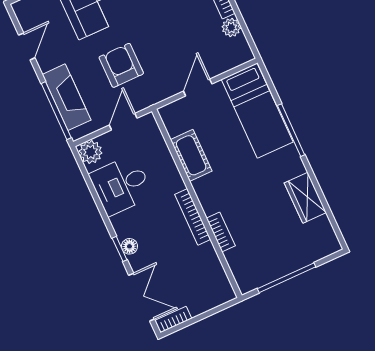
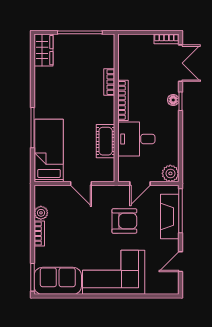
armchair: (121, 65) -> (124, 221), turned -90
door: (198, 88) -> (81, 184), hinge flipped
desk: (121, 185) -> (136, 139), moved, turned 180
wardrobe: (305, 198) -> (44, 50), moved
double door: (142, 297) -> (181, 63), swing flipped

